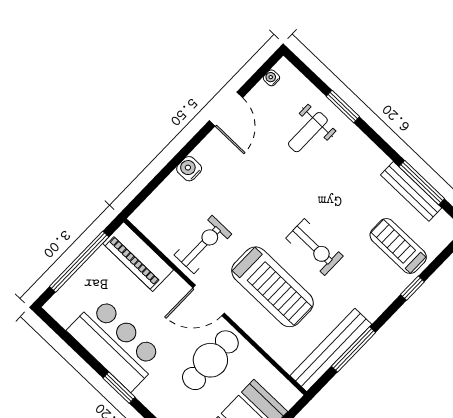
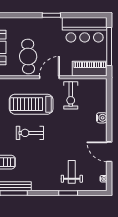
bar counter: (115, 344) -> (85, 30), moved

